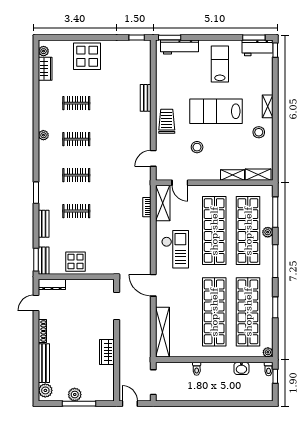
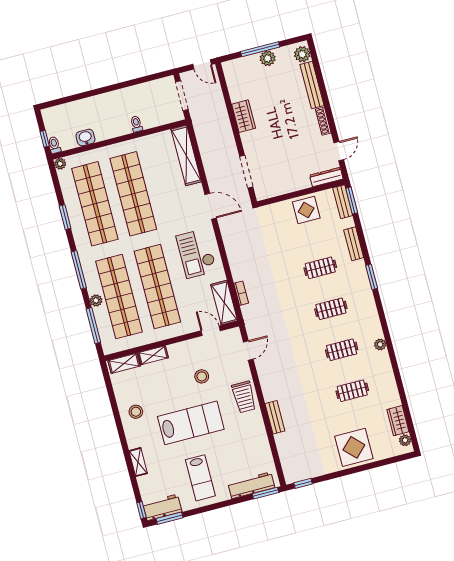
shelving: (268, 106) -> (138, 462), moved

